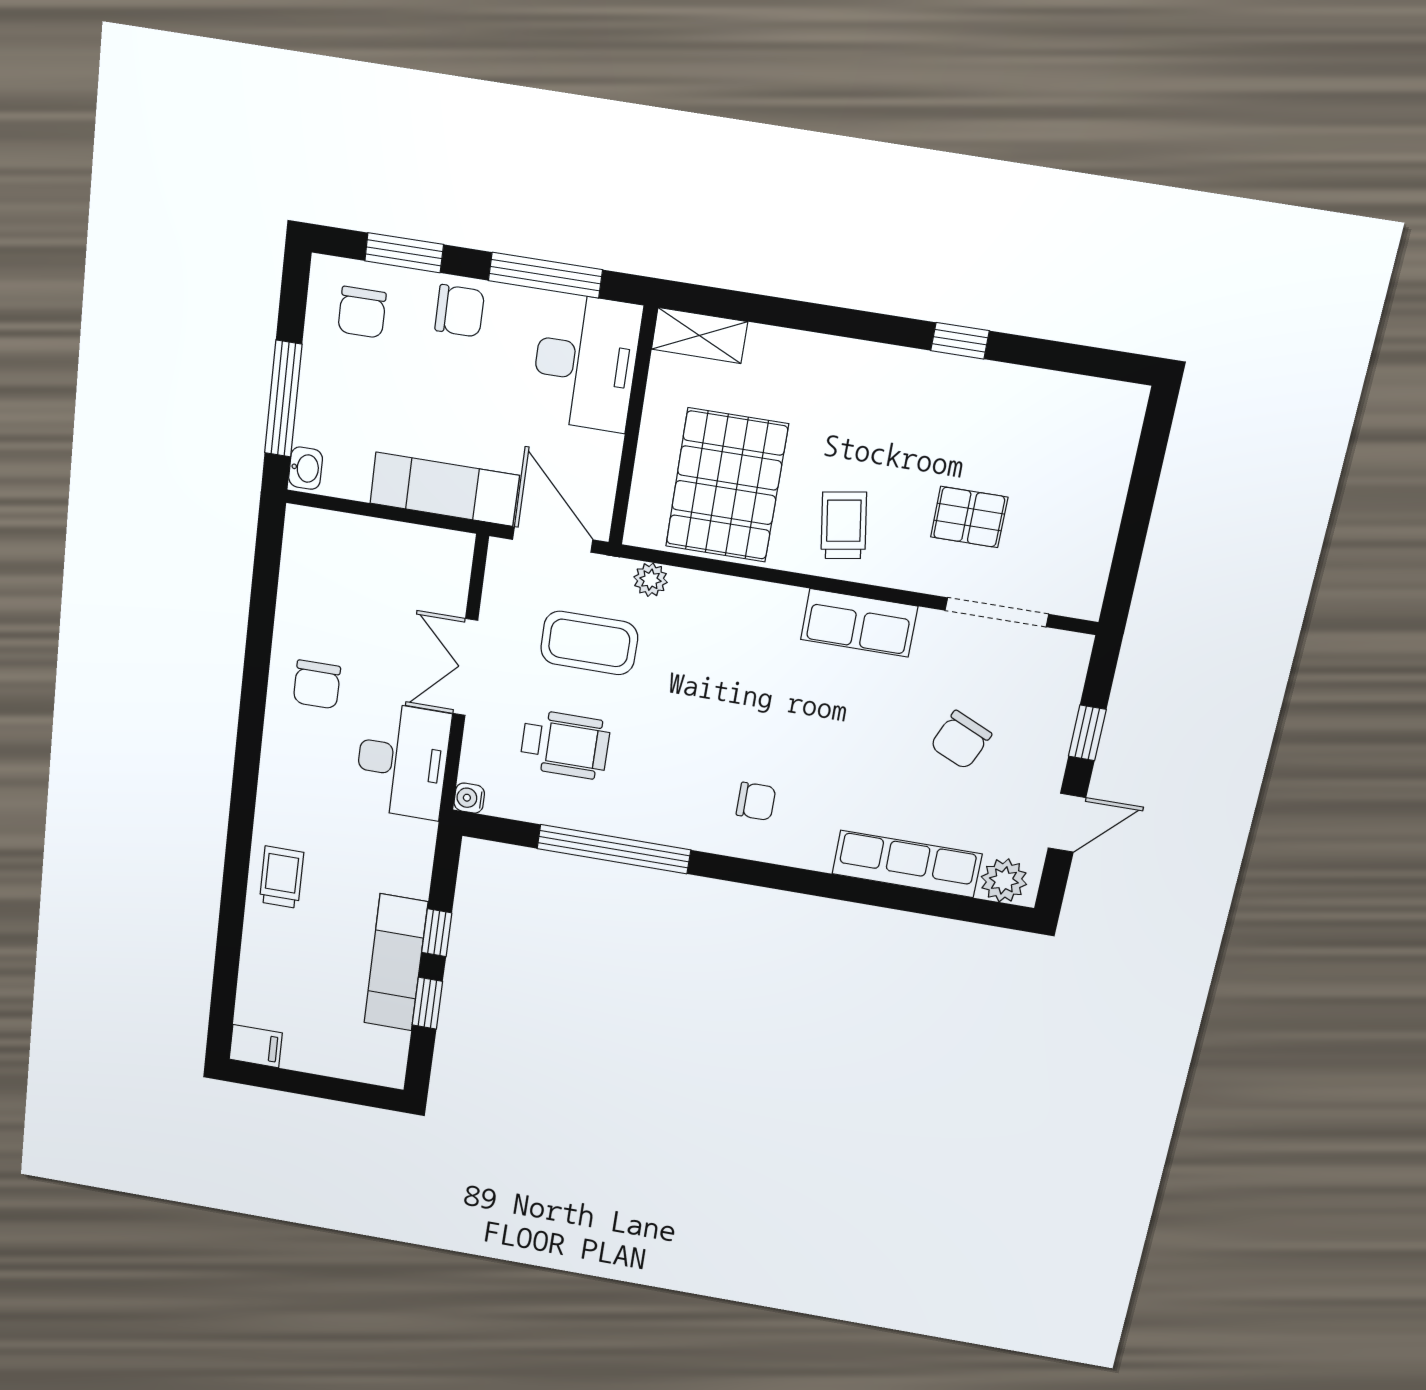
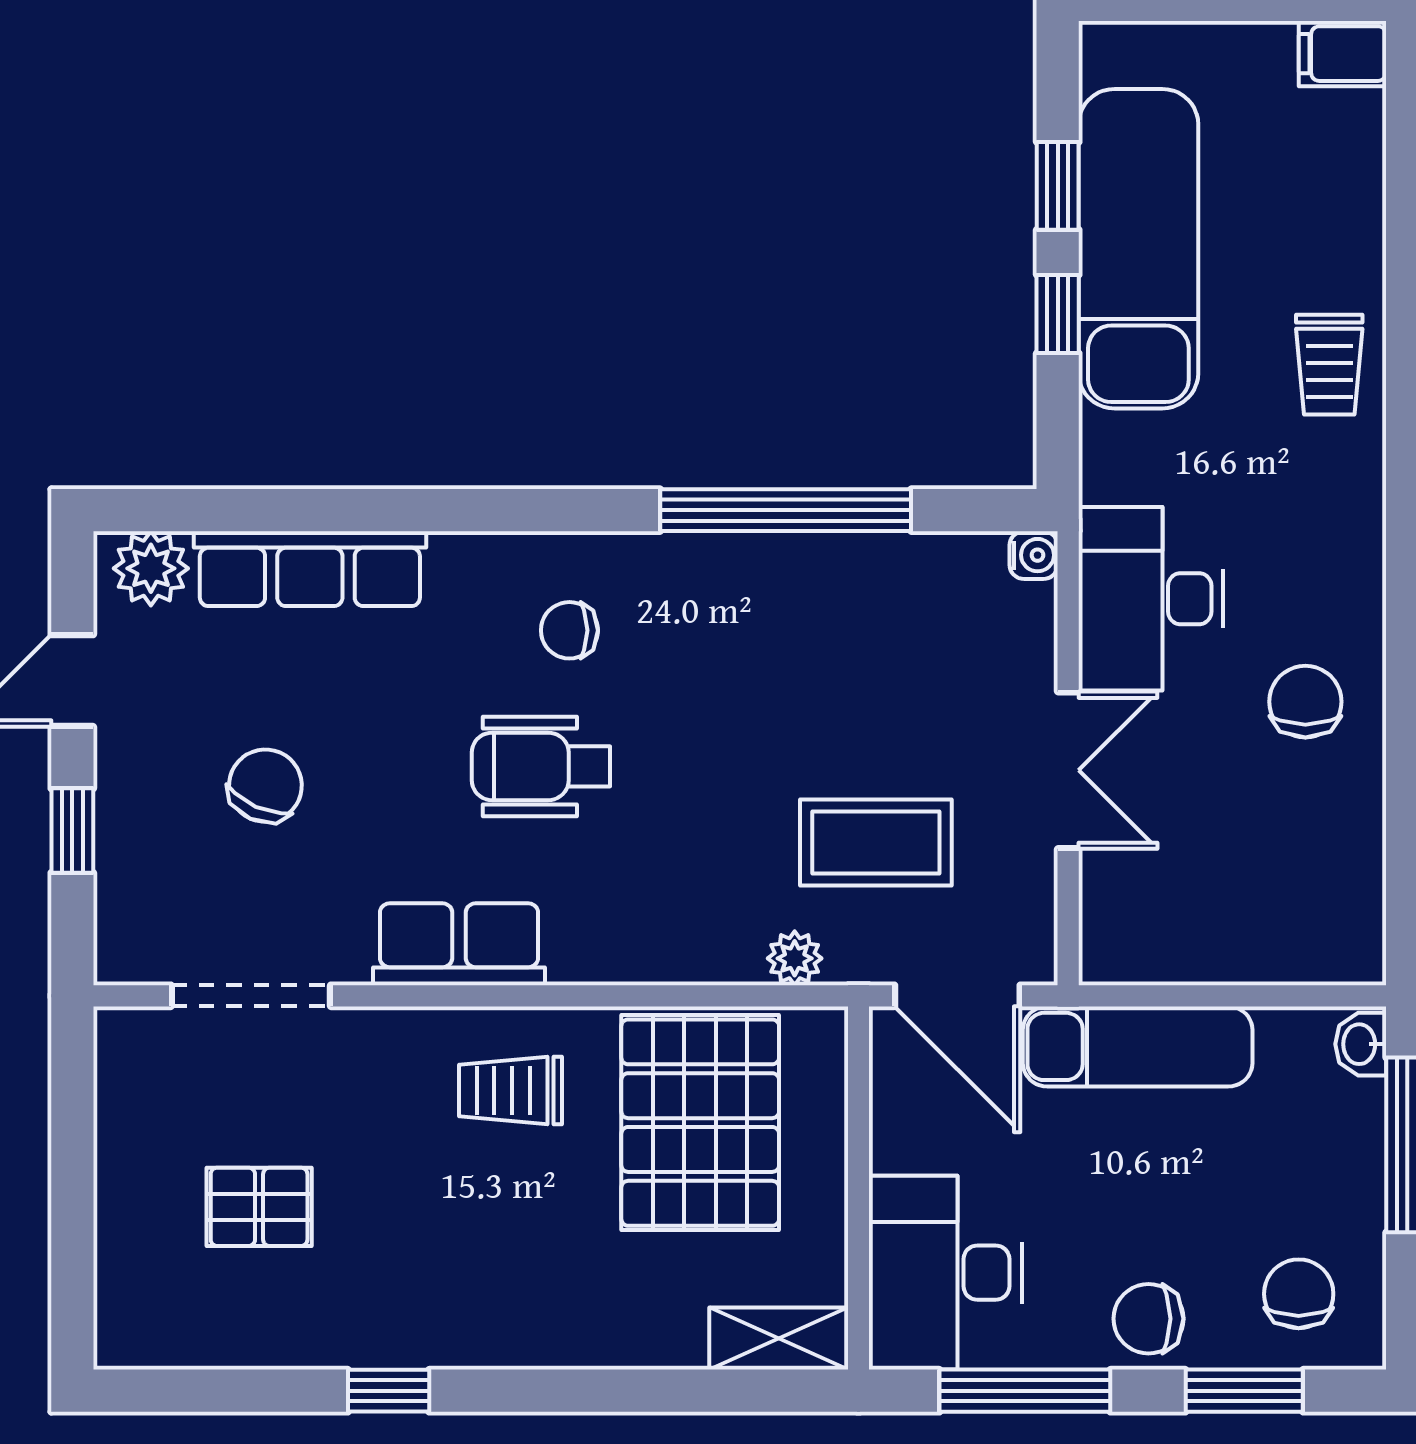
pallet: (969, 517) -> (259, 1207), moved
trolley: (844, 525) -> (510, 1091), turned 99
wheelchair: (565, 745) -> (541, 766), moved
exam couch: (396, 963) -> (1138, 249), width x1.36, depth x1.45

